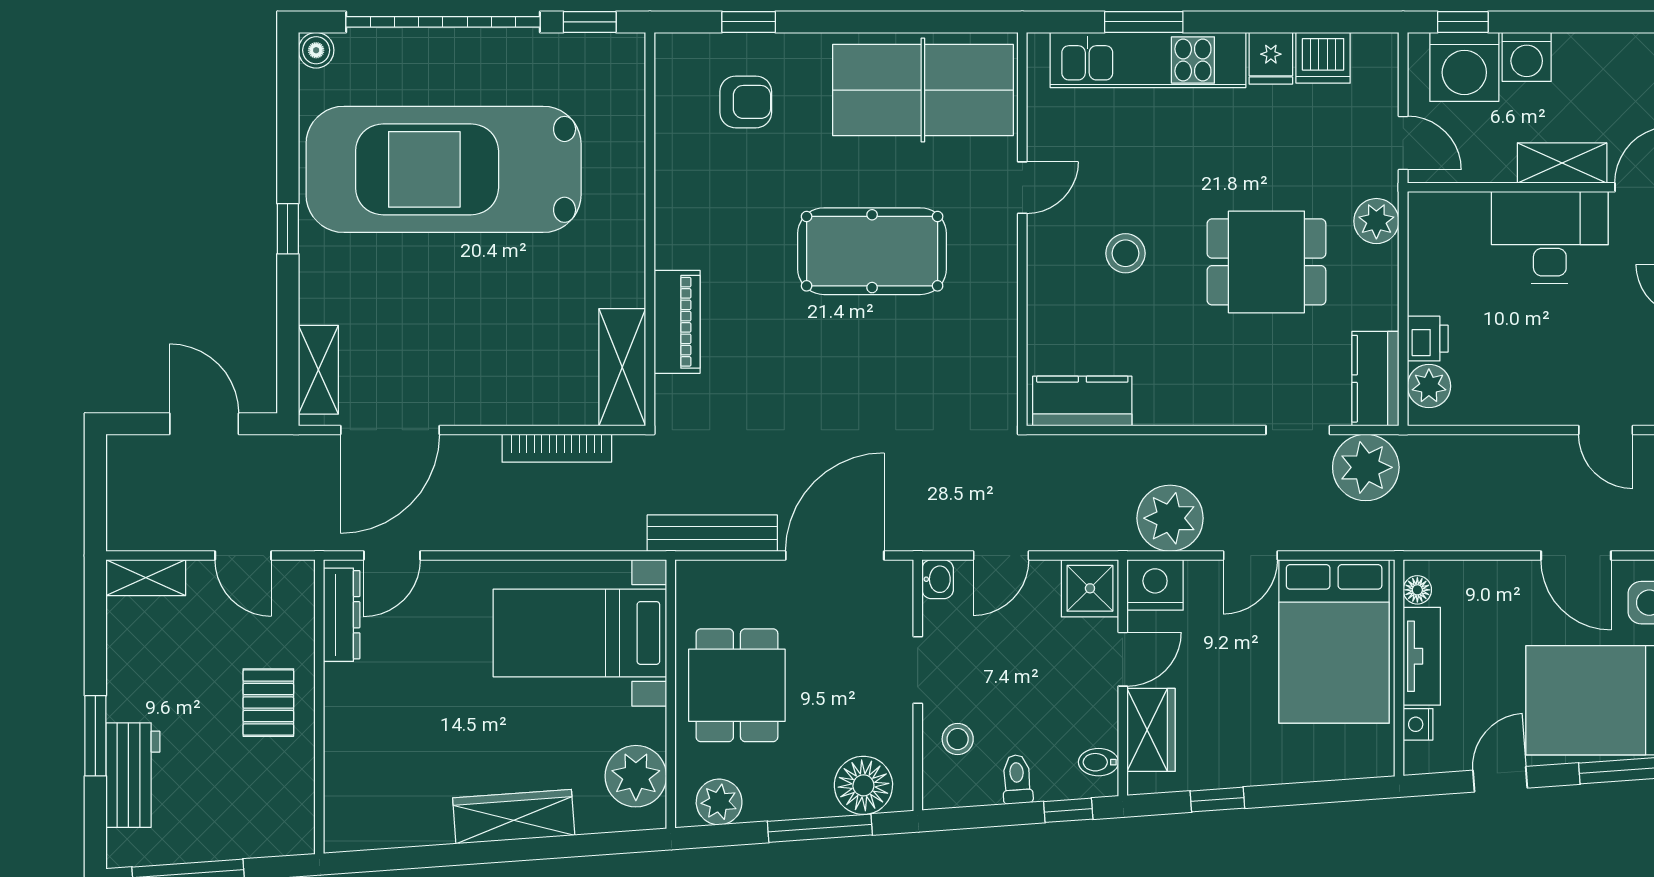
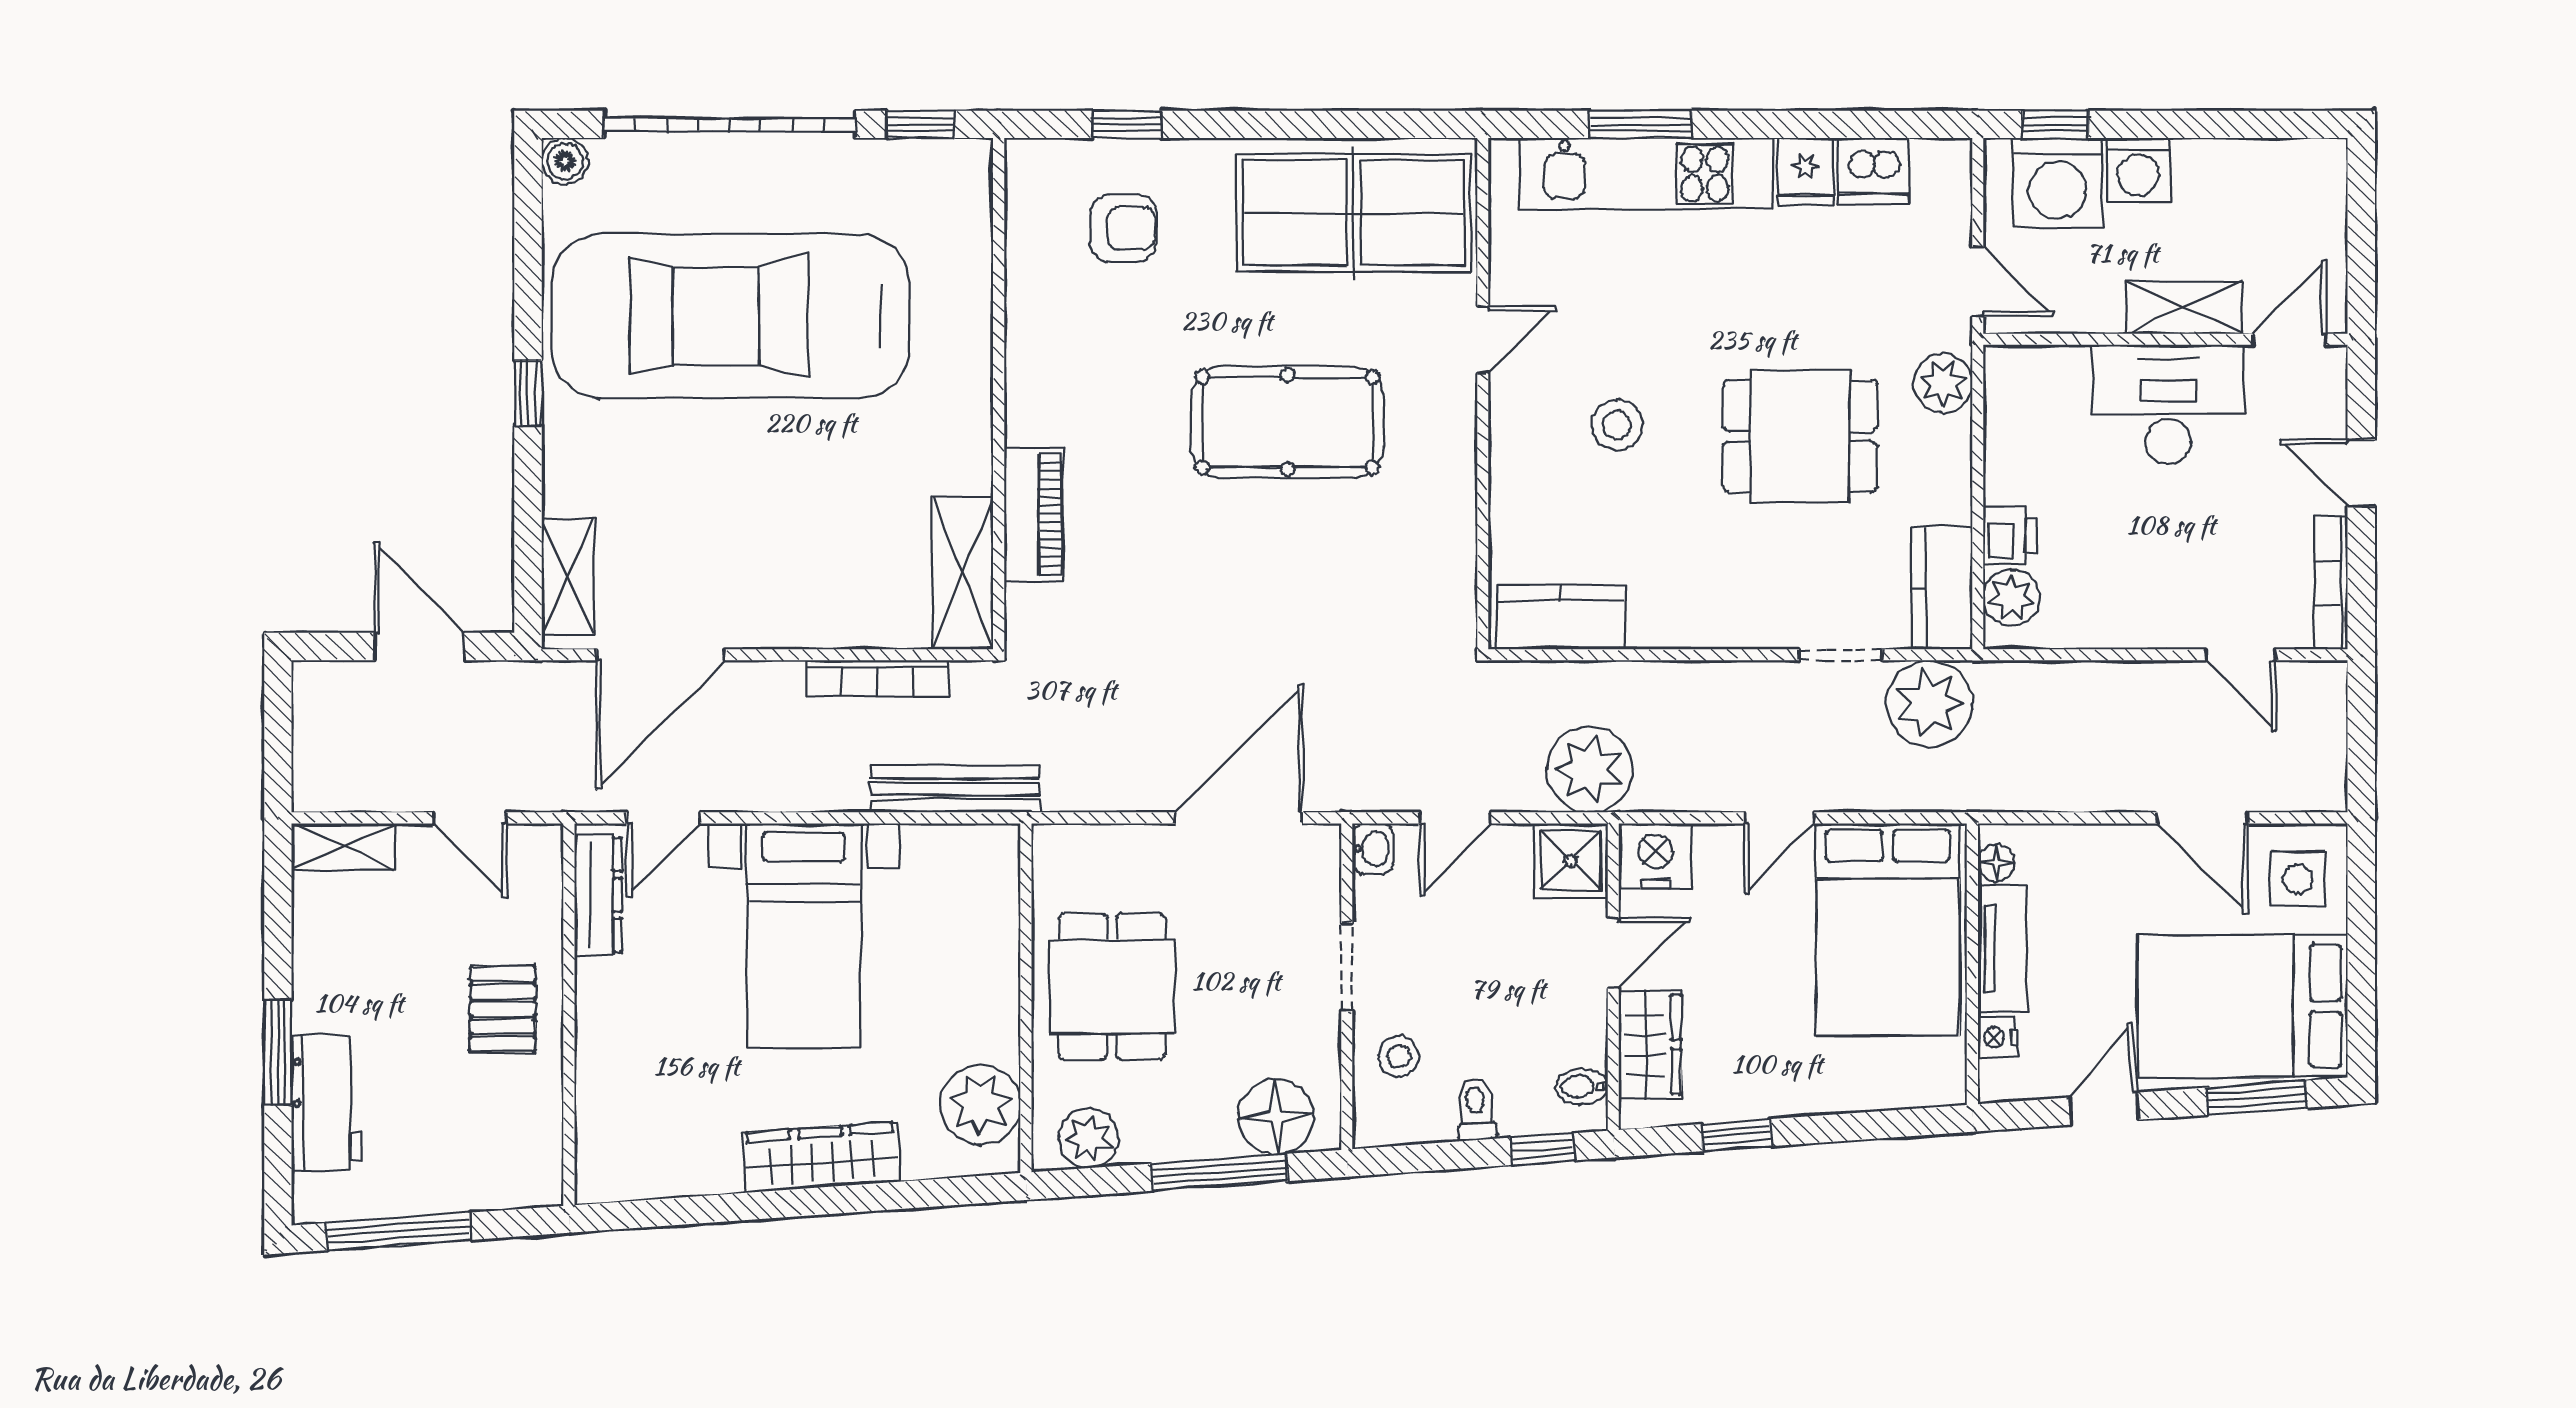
plant: (1170, 518) -> (1589, 769), moved
bench: (712, 533) -> (955, 789), moved
bed with nightstands: (580, 633) -> (804, 936), moved, turned -90

